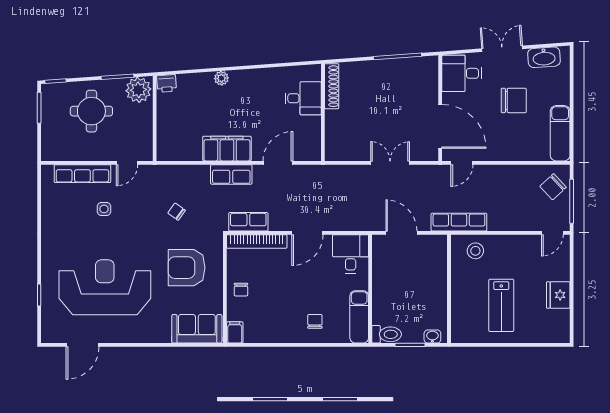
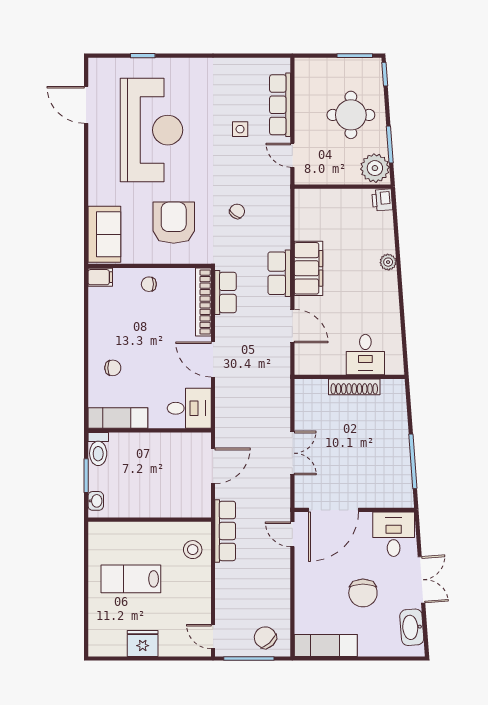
shoe rack: (332, 86) -> (354, 387), moved

